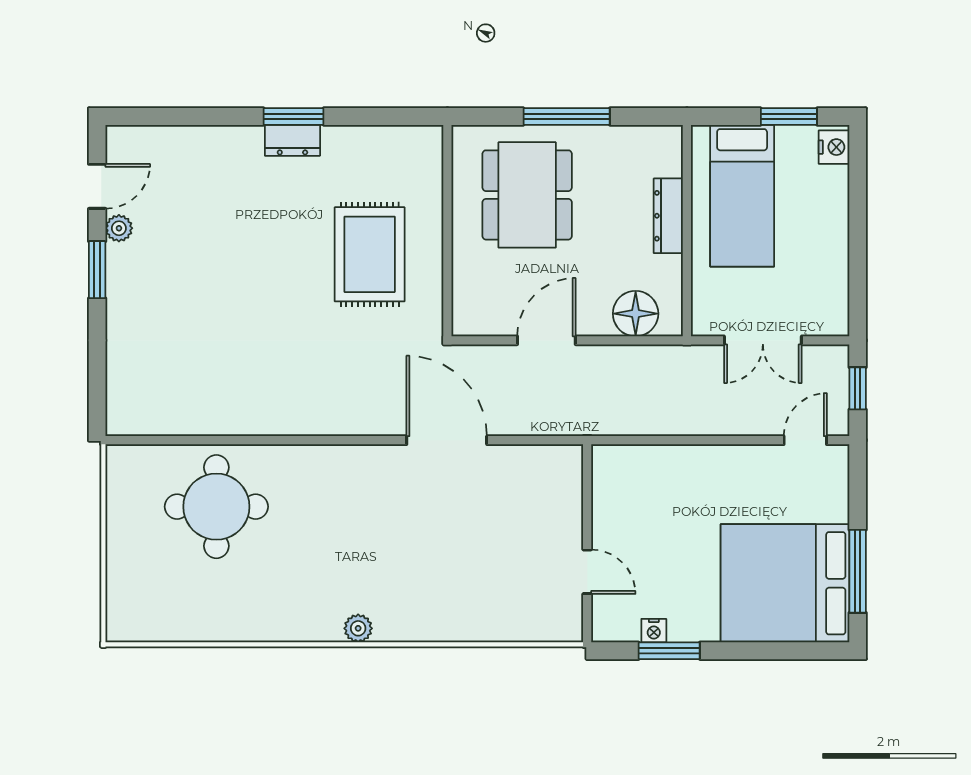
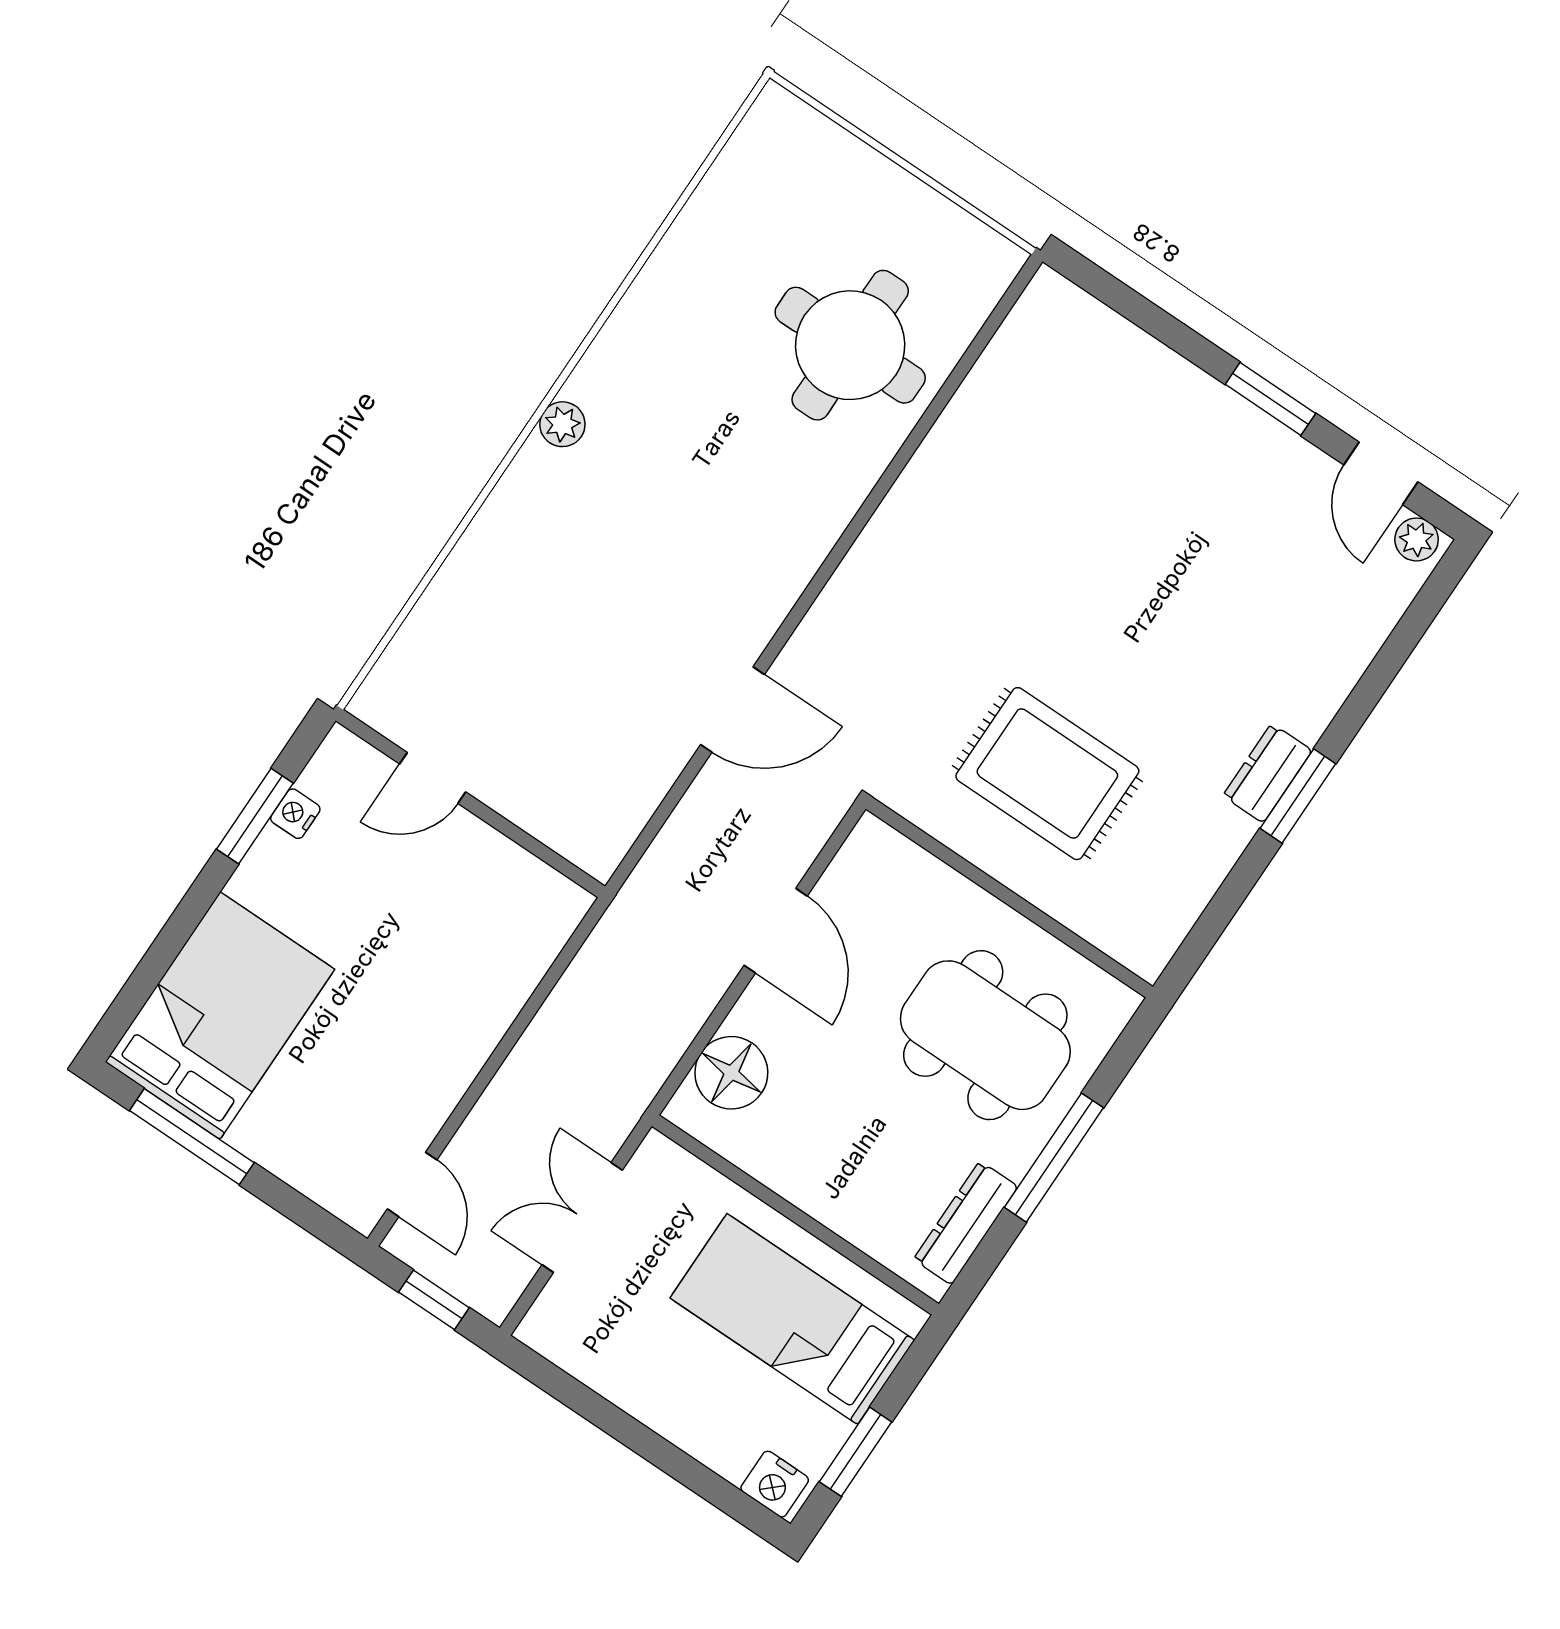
dresser: (668, 216) -> (966, 1223), moved, turned -90
plant: (119, 228) -> (1417, 539), moved
door: (447, 440) -> (733, 710), width x0.73
bed: (785, 583) -> (220, 1016), width x0.73

